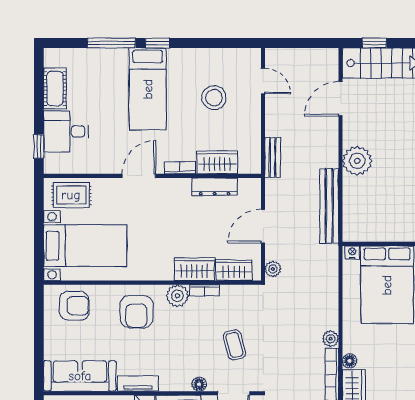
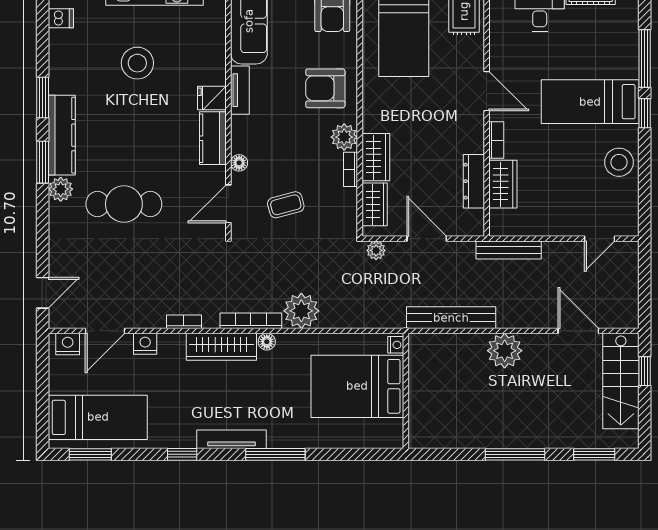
stool: (214, 98) -> (619, 162), moved
bench: (273, 158) -> (509, 250), width x1.36
plant: (331, 339) -> (301, 311), width x1.88, depth x1.88

